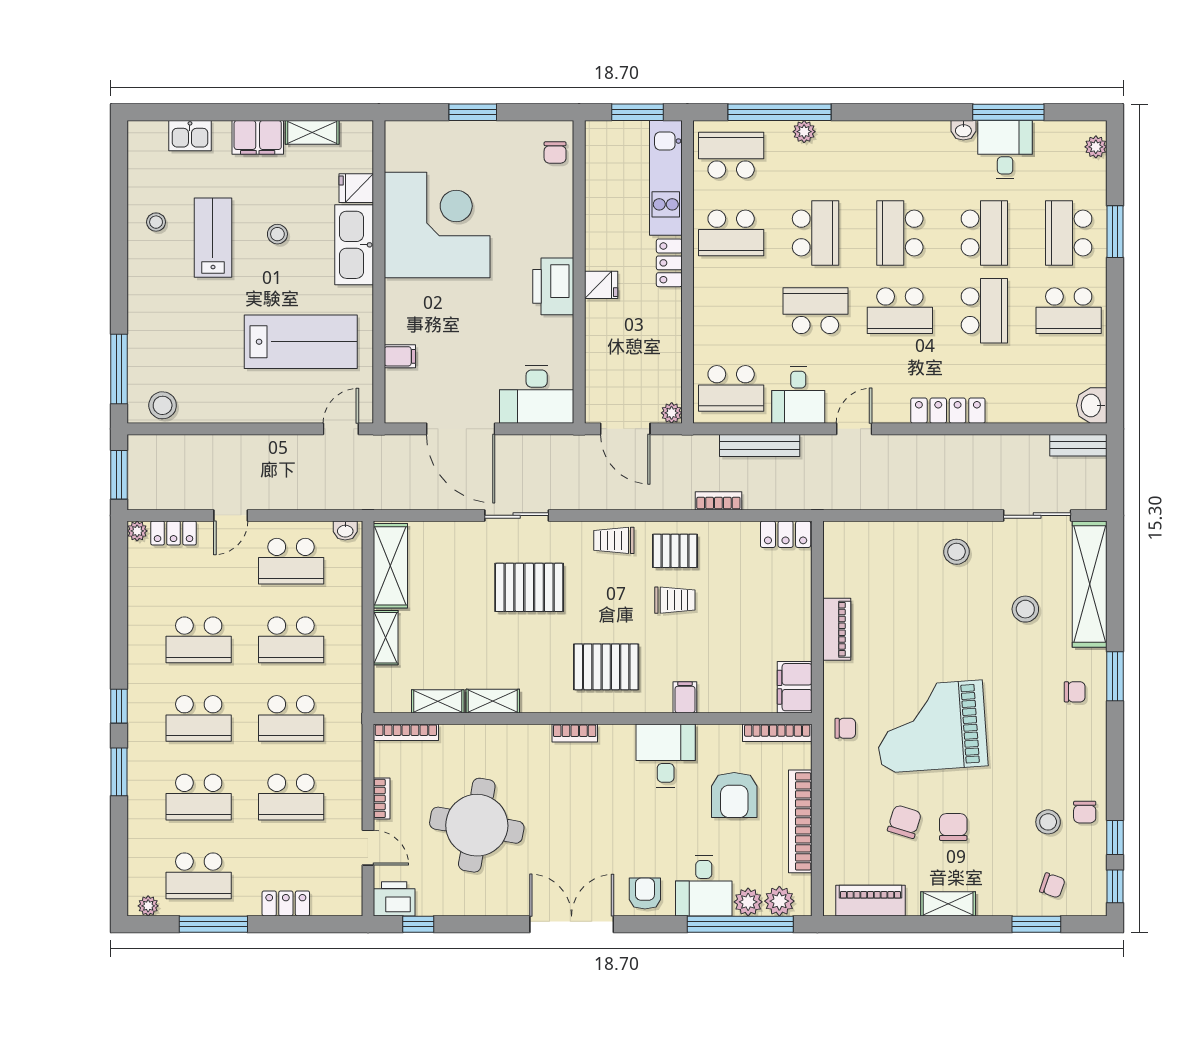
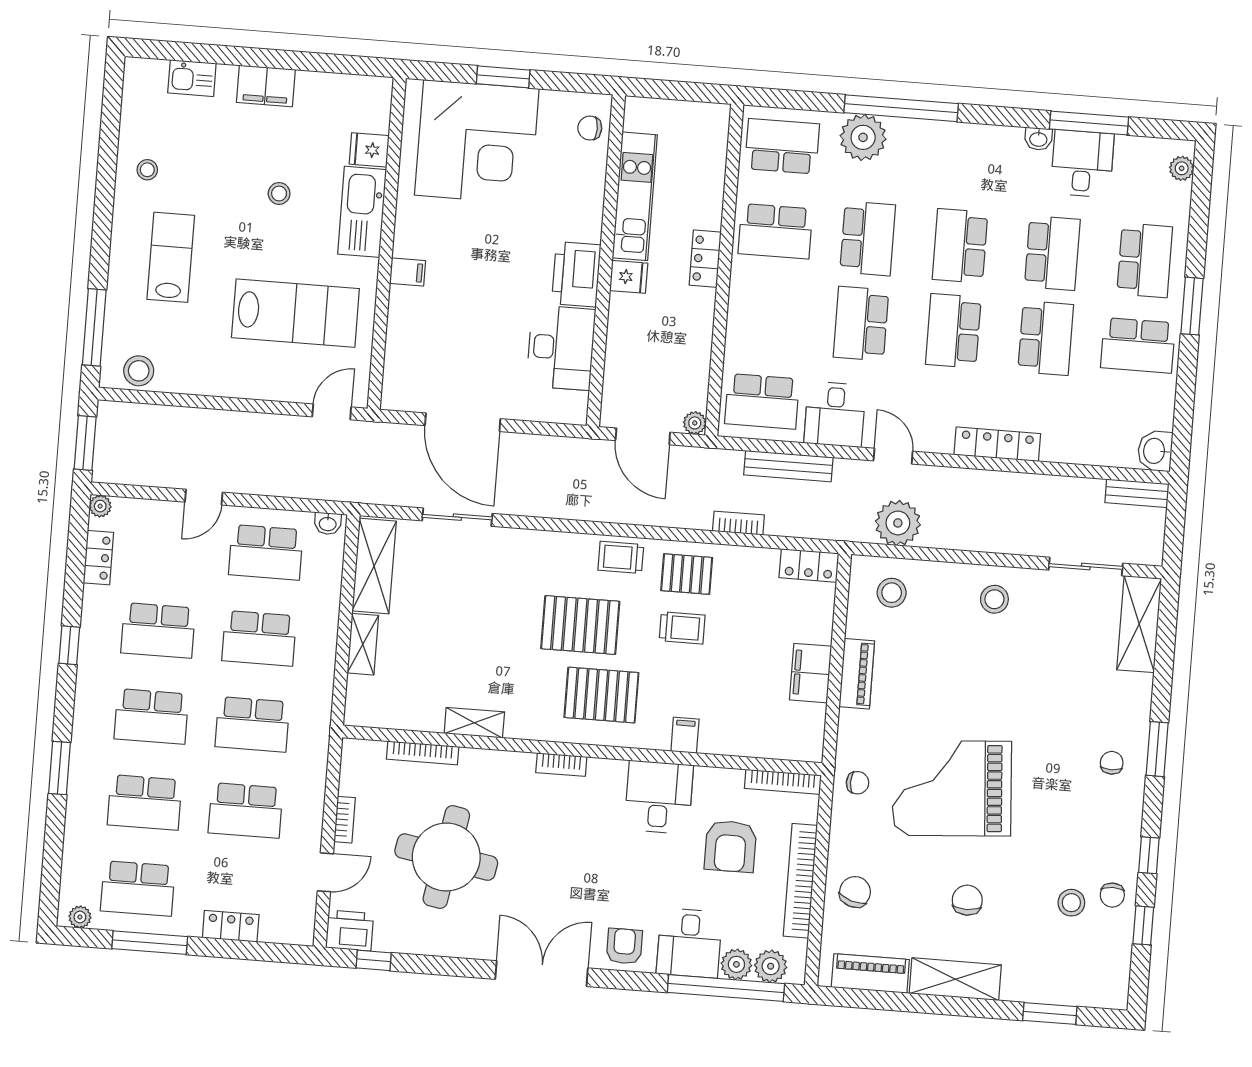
window: (638, 112) -> (683, 91), removed
window: (780, 112) -> (901, 108), moved
shelving: (312, 132) -> (326, 85), removed
plant: (804, 132) -> (863, 137), width x1.87, depth x1.87
chair: (555, 152) -> (590, 128), turned 90
kitchen unit: (666, 178) -> (635, 196), moved, turned 180
corner desk: (437, 225) -> (477, 142), moved, turned 90
window: (1115, 232) -> (1192, 306), moved
school desk: (1069, 233) -> (1145, 260), turned 180
lab bench: (213, 238) -> (171, 257), moved
school desk: (815, 311) -> (861, 324), turned -90
school desk: (900, 311) -> (953, 331), turned 90
filing cabinet: (400, 356) -> (408, 272), moved
desk: (537, 394) -> (561, 348), moved, turned -90
door: (854, 429) -> (893, 456), hinge flipped
plant: (863, 489) -> (898, 523), added
sliding door: (517, 515) -> (457, 517), moved
locker: (174, 533) -> (98, 558), moved, turned -90
shelving: (1090, 584) -> (1139, 624), width x0.68
pallet: (529, 587) -> (580, 625), moved
stool: (1025, 609) -> (892, 593), moved
filing cabinet: (795, 687) -> (811, 673), moved
chair: (1075, 692) -> (1112, 763), turned -90
shelving: (438, 701) -> (414, 718), removed
window: (119, 706) -> (69, 645), moved
bookcase: (406, 732) -> (423, 753), moved
chair: (904, 822) -> (855, 892), moved
door: (368, 848) -> (325, 872), hinge flipped
chair: (1052, 885) -> (1071, 972), removed
window: (1115, 886) -> (1149, 855), moved
shelving: (948, 904) -> (955, 979), width x1.50, depth x1.33

